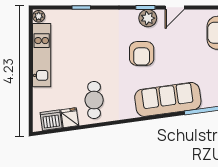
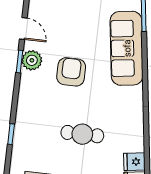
armchair: (142, 54) -> (71, 72), turned -90
cafe table: (94, 100) -> (82, 134), moved

